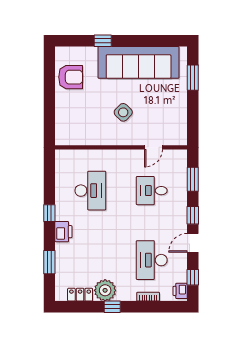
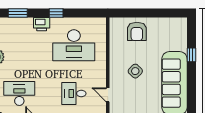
armchair: (71, 77) -> (137, 31), moved
desk: (90, 191) -> (74, 45), width x1.36, depth x1.30
desk: (152, 191) -> (74, 93), turned -90

